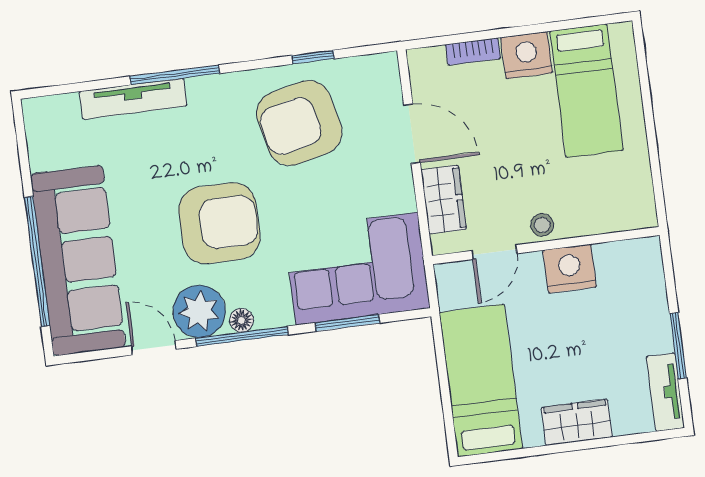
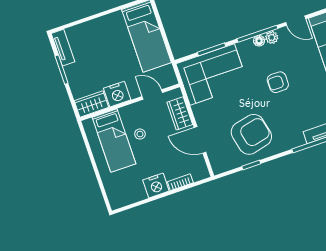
bed: (587, 91) -> (114, 140), moved, turned 180
armchair: (219, 223) -> (278, 82), width x0.53, depth x0.53
stool: (542, 225) -> (140, 134), moved
door: (494, 252) -> (152, 95), hinge flipped
plant: (199, 311) -> (272, 37), width x0.53, depth x0.53
wardrobe: (577, 422) -> (91, 104), moved, turned 180

